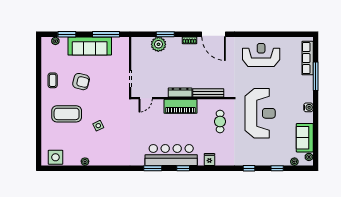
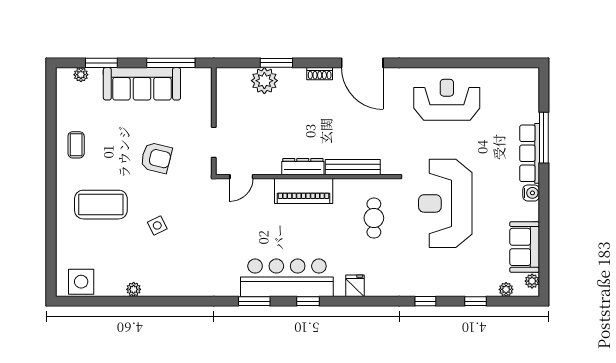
row of seats: (308, 58) -> (530, 153), moved
armchair: (81, 82) -> (156, 158), moved
reception desk: (260, 113) -> (445, 203), turned 180

